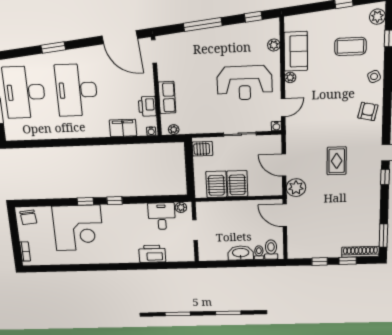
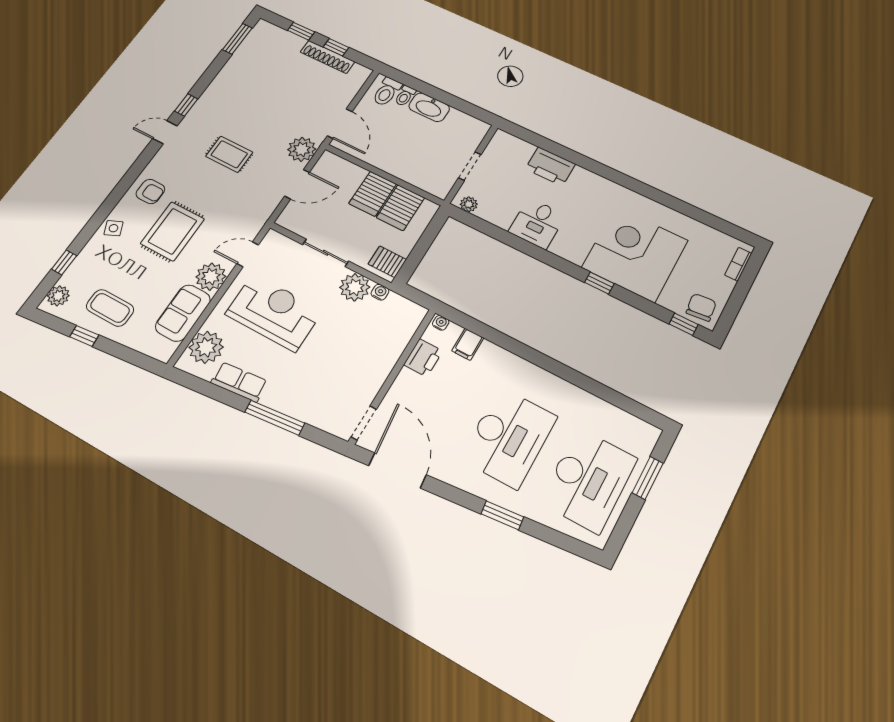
window: (253, 17) -> (204, 387), removed
plant: (274, 45) -> (206, 347), width x1.88, depth x1.88
coffee table: (350, 46) -> (110, 308), moved
plant: (290, 77) -> (211, 277), width x1.88, depth x1.88
rug: (337, 95) -> (172, 231), added
row of seats: (167, 97) -> (239, 382), moved, turned 84
armchair: (368, 111) -> (150, 191), turned -103
water cooler: (276, 126) -> (380, 292), moved
filing cabinet: (123, 128) -> (468, 344), width x0.50
plant: (174, 130) -> (355, 287), moved, width x1.87, depth x1.87
rug: (337, 161) -> (229, 154), turned 90
door: (284, 165) -> (297, 184), hinge flipped
window: (115, 201) -> (684, 324), moved
desk: (162, 216) -> (537, 223), moved
shoe rack: (360, 252) -> (327, 57), moved

